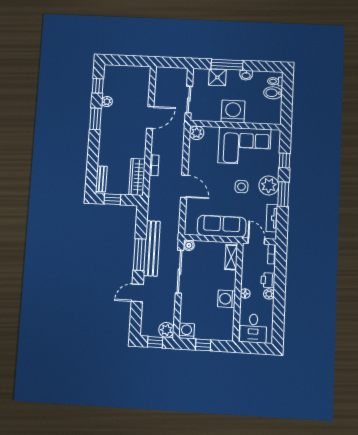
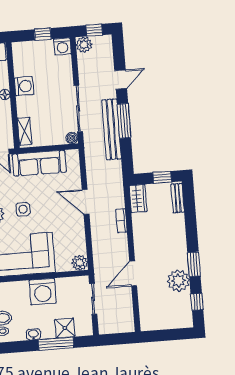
plant: (107, 102) -> (178, 281), width x1.87, depth x1.87
wardrobe: (137, 177) -> (138, 198), width x0.67

